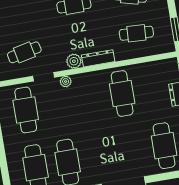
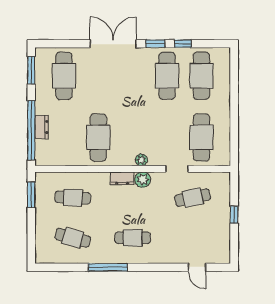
dresser: (98, 58) -> (122, 178), width x0.70
plant: (66, 82) -> (141, 160), moved

